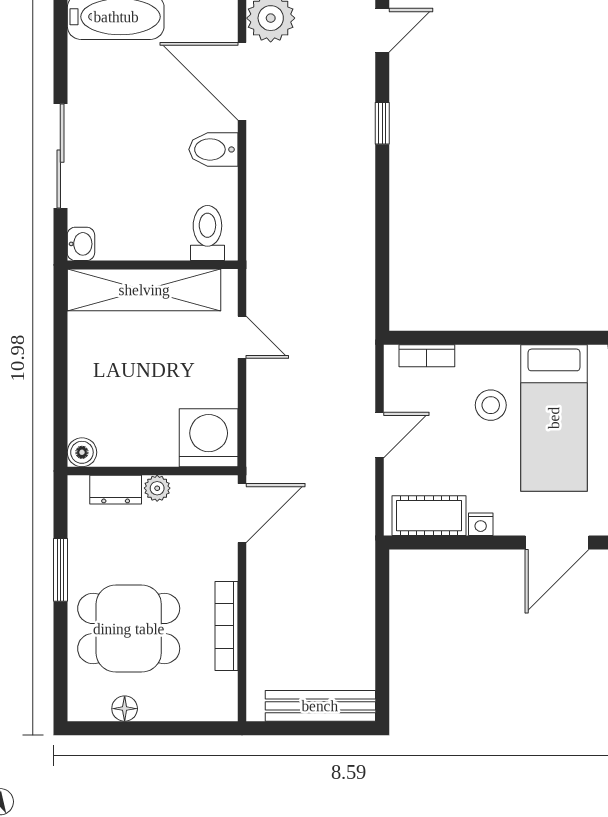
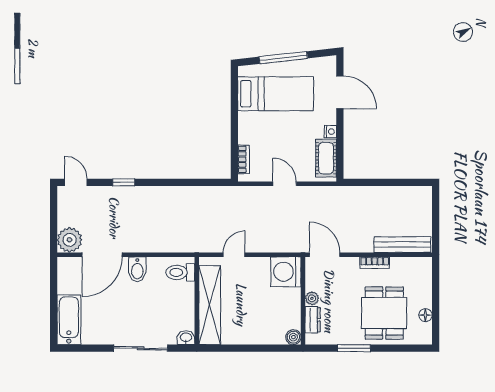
stool: (491, 405) -> (269, 126), removed
bookcase: (226, 626) -> (375, 263), width x0.64
bench: (320, 706) -> (402, 245), moved, turned 90

